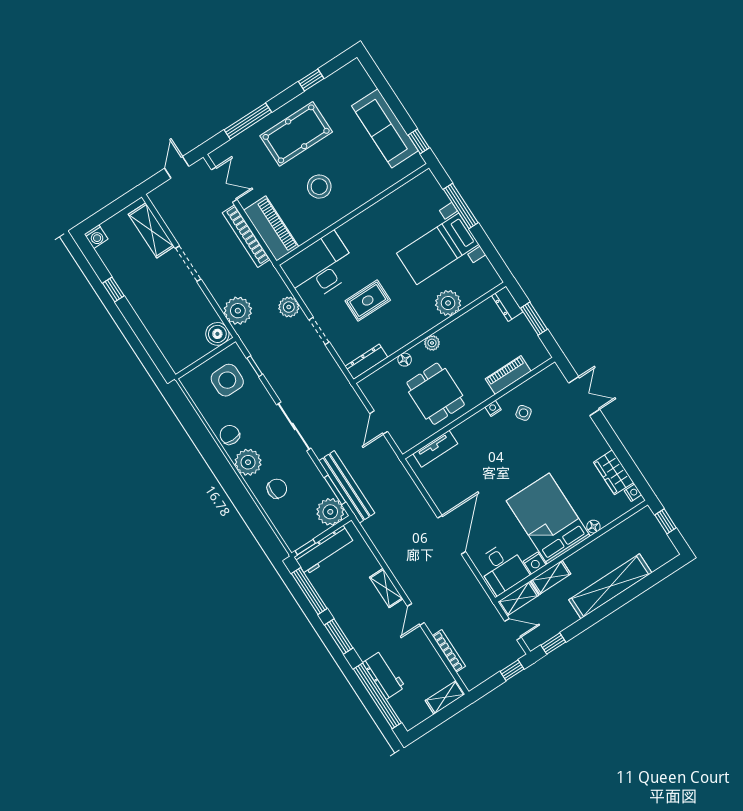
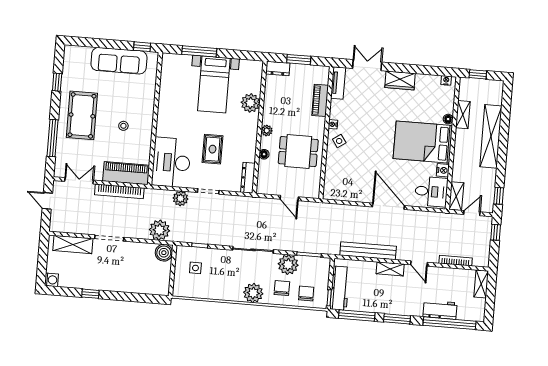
stool: (319, 187) -> (123, 126), width x0.53, depth x0.53
side table: (227, 380) -> (195, 268), width x0.54, depth x0.54
side table: (524, 413) -> (339, 141), moved
chair: (230, 435) -> (306, 294), moved, turned 90
tv unit: (435, 449) -> (338, 83), moved
wardrobe: (614, 472) -> (400, 80), moved
bench: (347, 487) -> (368, 251), moved
plant: (330, 512) -> (288, 265), moved
shelving: (551, 577) -> (463, 115), moved

